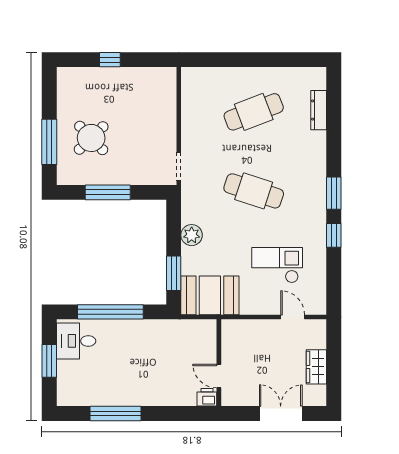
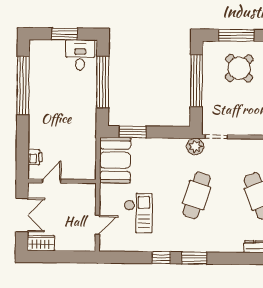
window: (108, 192) -> (196, 81), width x1.46
plant: (192, 235) -> (195, 147), moved
wall: (219, 363) -> (62, 181), moved
wardrobe: (316, 367) -> (41, 243), moved
door: (219, 376) -> (52, 181), moved
window: (115, 414) -> (23, 85), width x1.46

